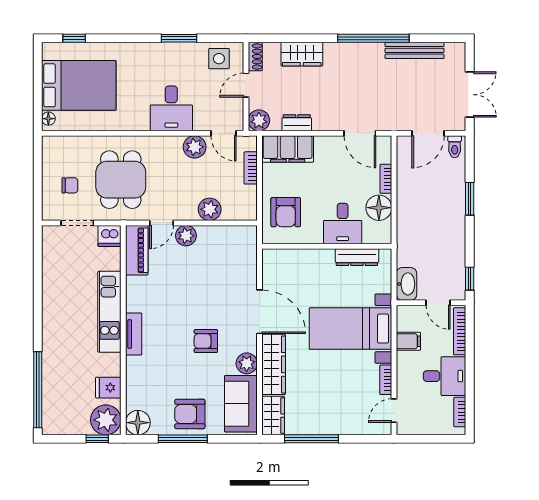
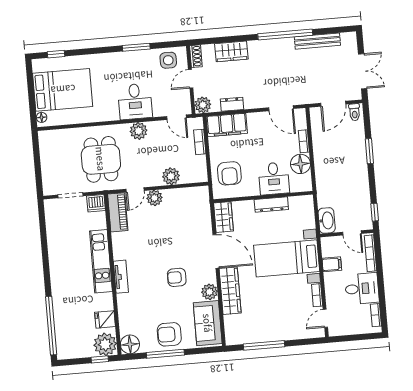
plant: (195, 147) -> (139, 131), moved
chair: (70, 185) -> (62, 167), removed
dresser: (357, 257) -> (271, 205), moved
wardrobe: (273, 416) -> (223, 217), moved

